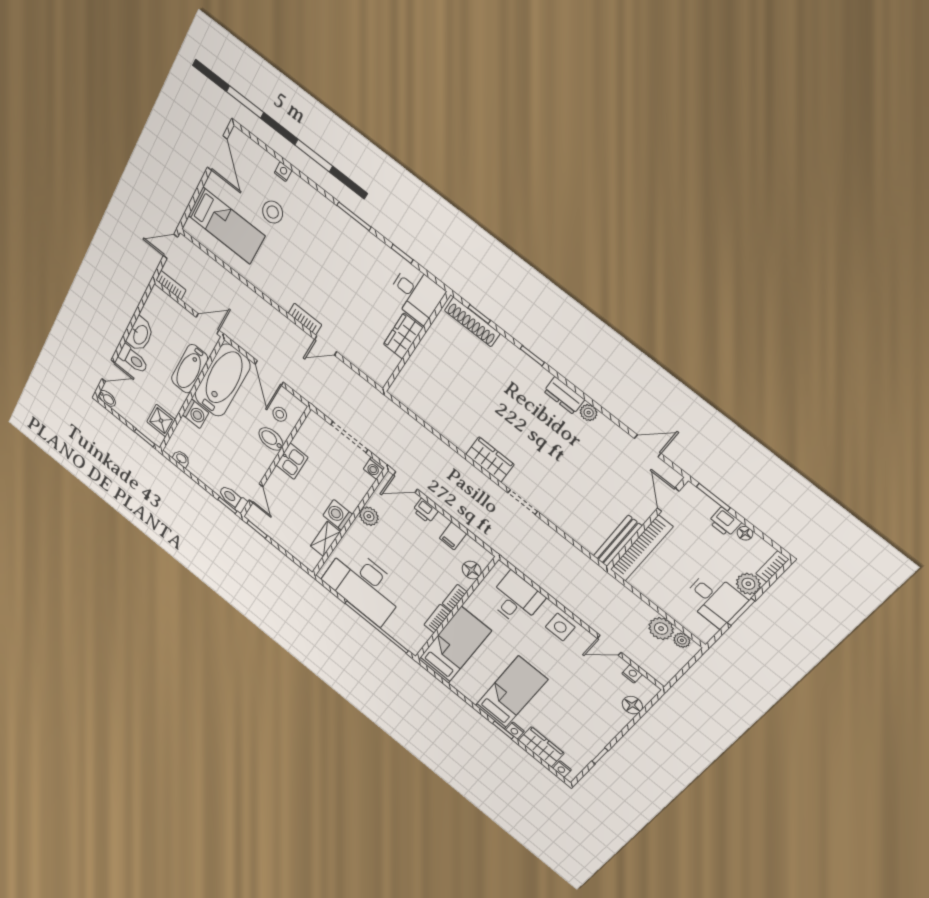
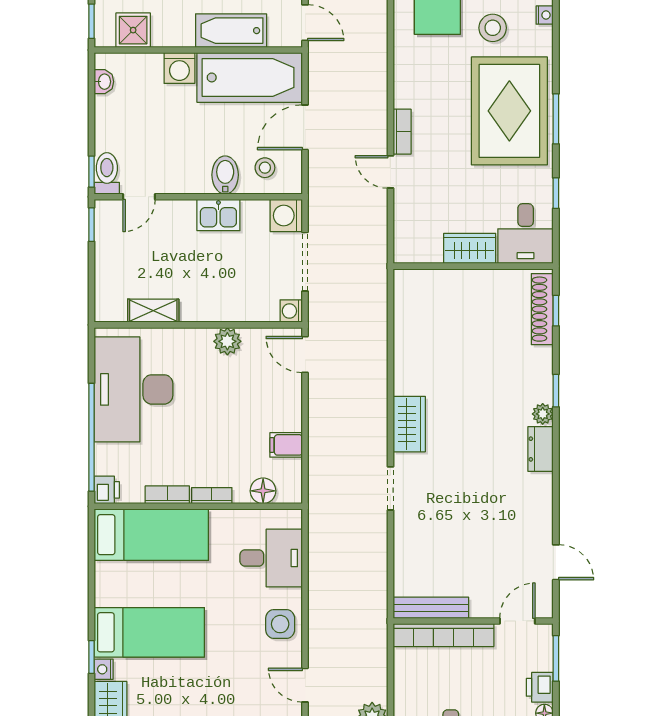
rug: (331, 242) -> (509, 111), added
plant: (589, 413) -> (543, 414), moved
printer: (425, 511) -> (107, 490), moved, turned 180
washing machine: (338, 515) -> (286, 216), moved, turned -90

